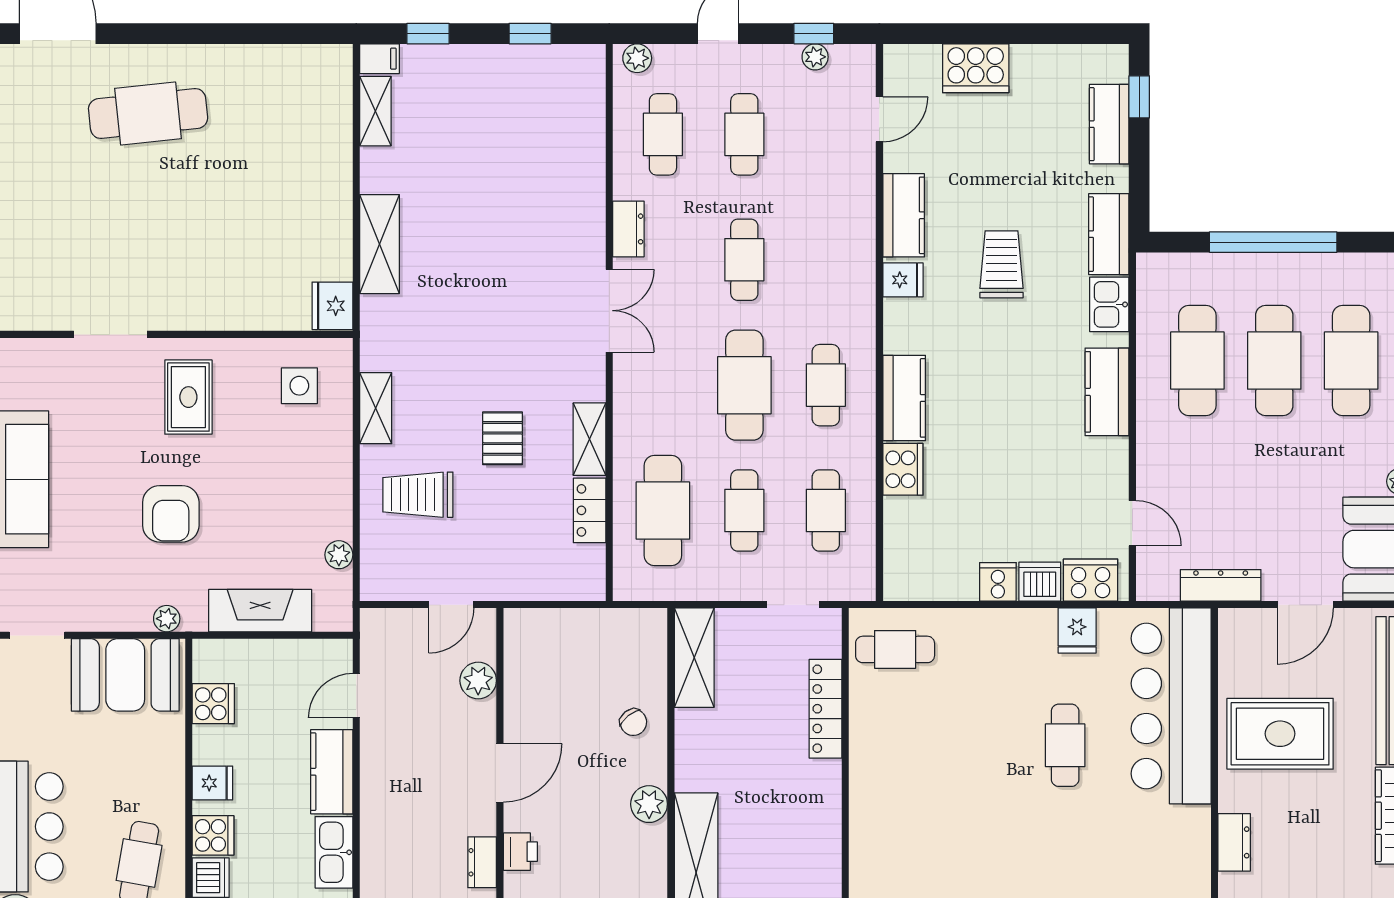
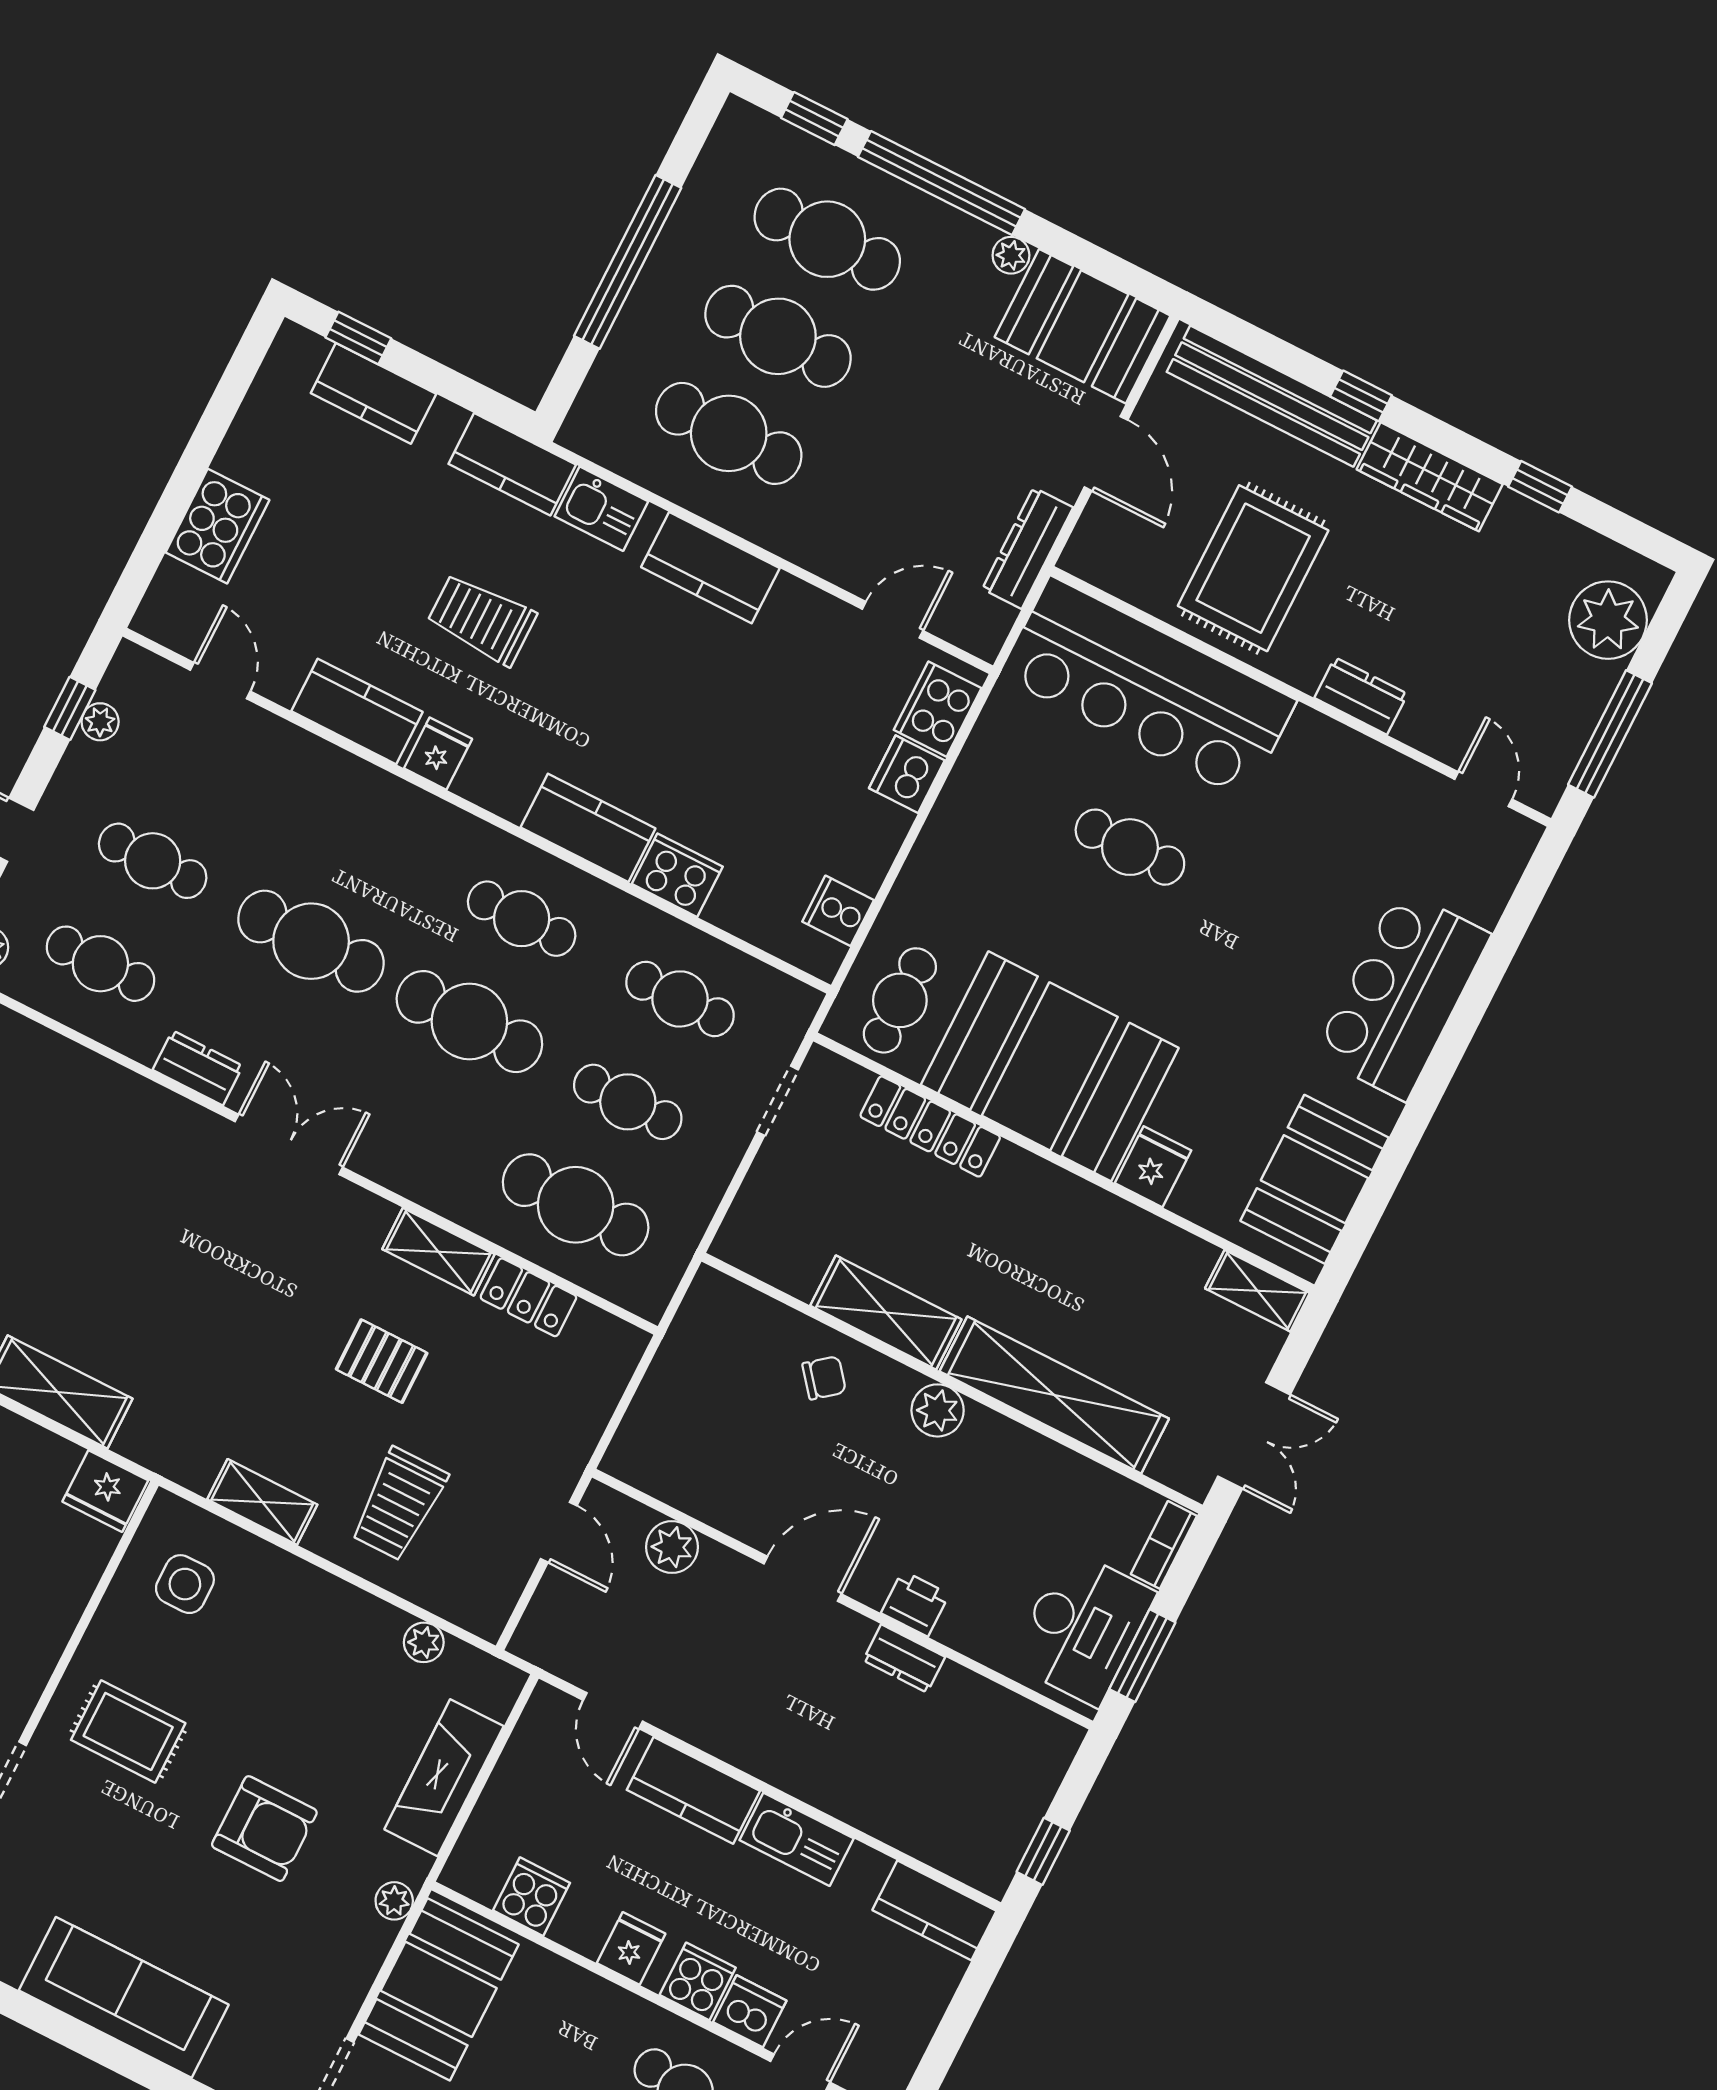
cafe table: (744, 260) -> (311, 941), width x1.37, depth x1.35
cooker: (998, 582) -> (838, 911), moved
fridge: (1077, 631) -> (1153, 1167), moved, turned -90
shelving: (694, 658) -> (886, 1313), moved
booth: (901, 765) -> (1050, 1066), added
door: (500, 773) -> (803, 1579), hinge flipped

